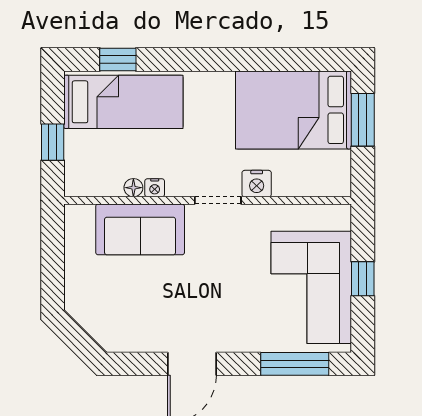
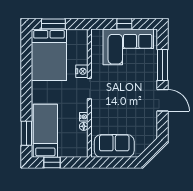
window: (118, 59) -> (26, 133), width x1.50
window: (53, 142) -> (52, 162), moved
sofa: (140, 229) -> (114, 146), moved, turned -90
window: (295, 364) -> (162, 65), moved

